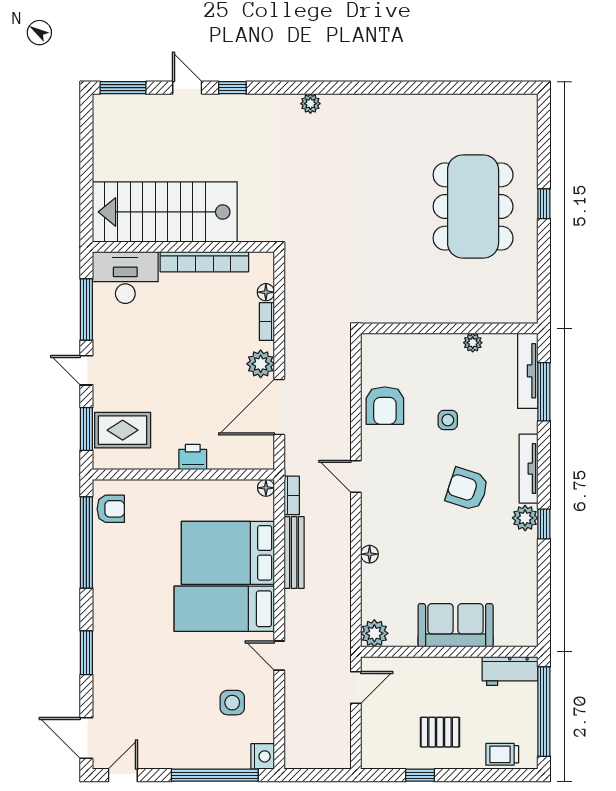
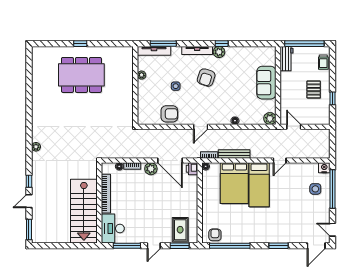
printer: (193, 457) -> (192, 169), moved
side table: (232, 703) -> (315, 189), moved

